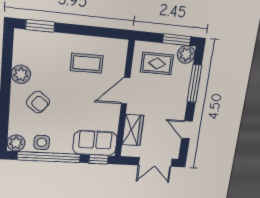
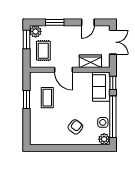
window: (40, 26) -> (26, 99), moved
plant: (21, 74) -> (58, 139), removed
window: (194, 84) -> (55, 22), width x0.69

